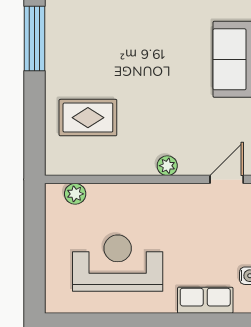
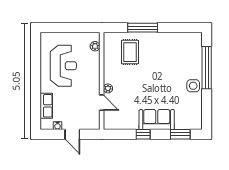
window: (35, 38) -> (143, 28), moved
door: (227, 179) -> (102, 103), moved

